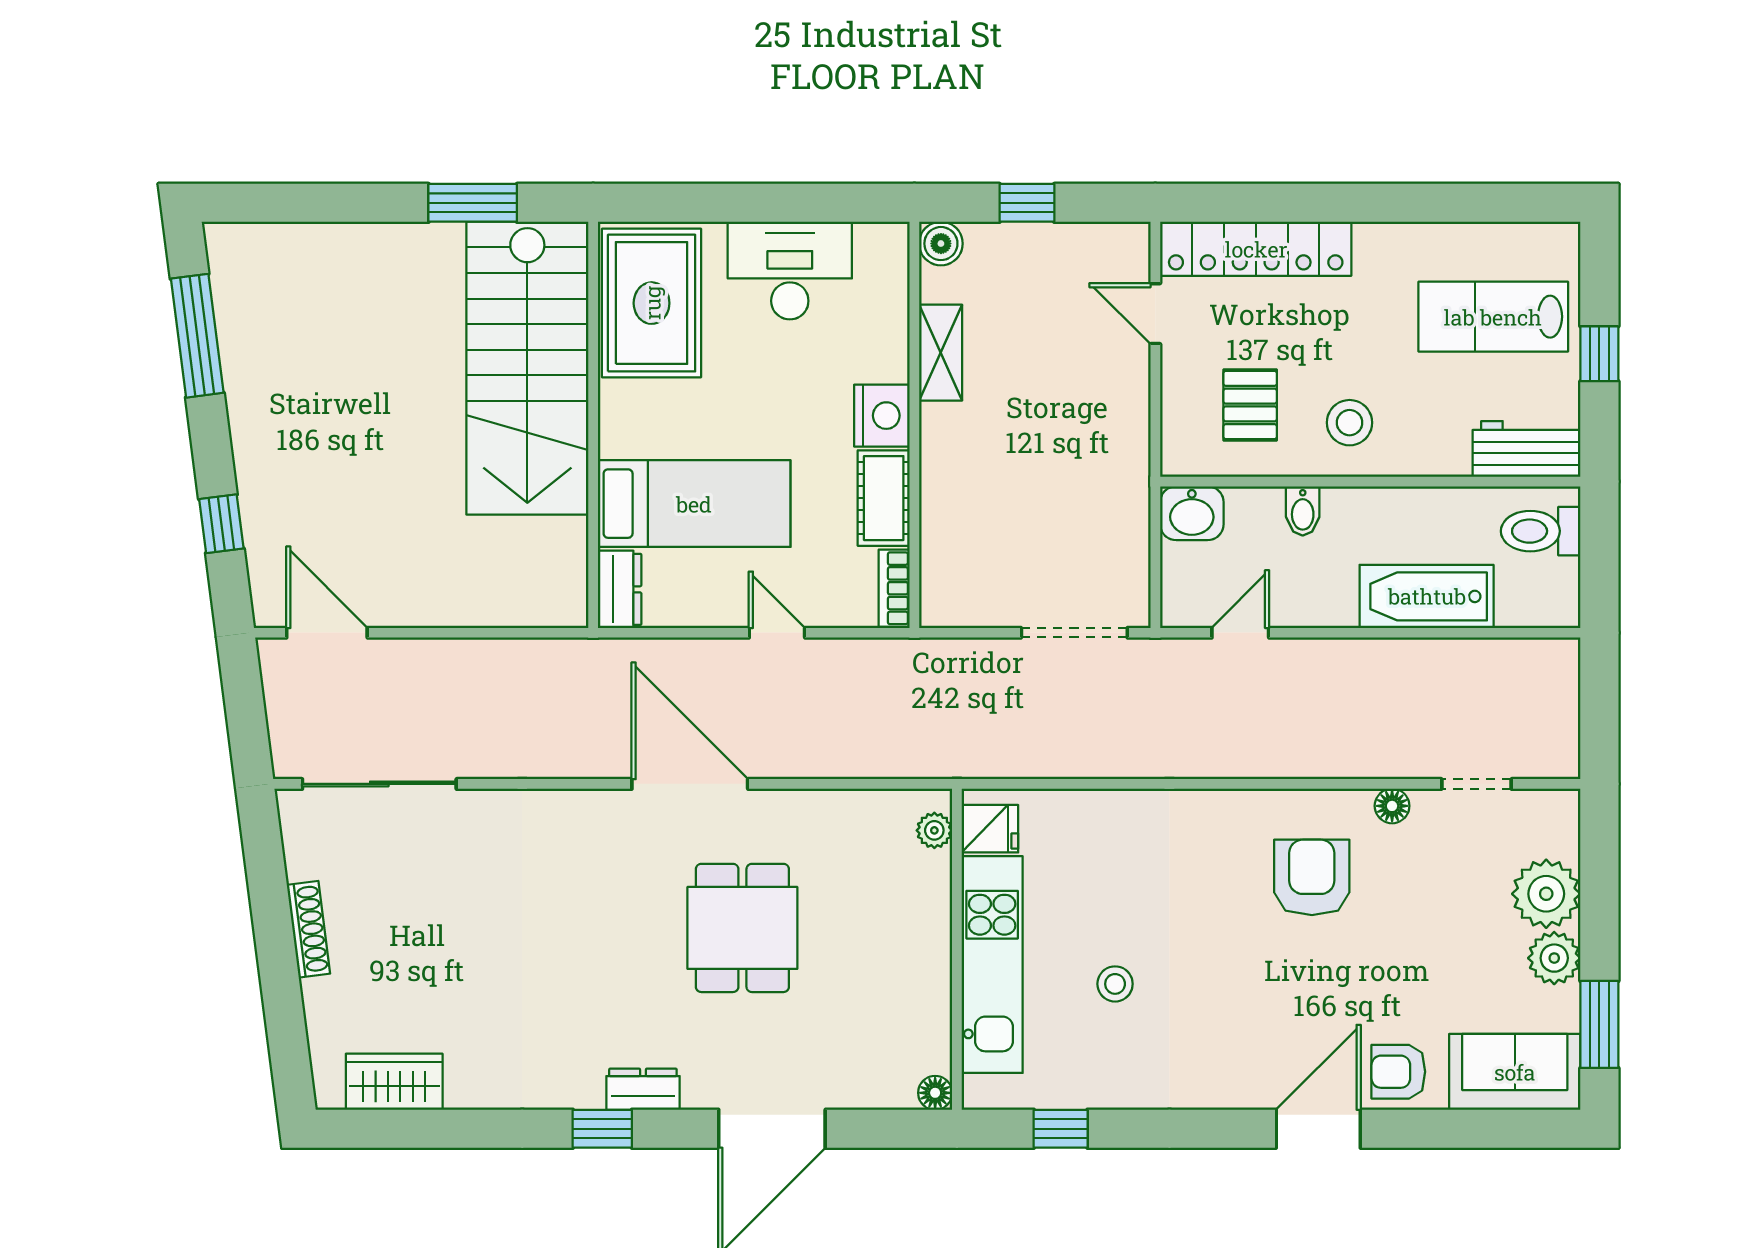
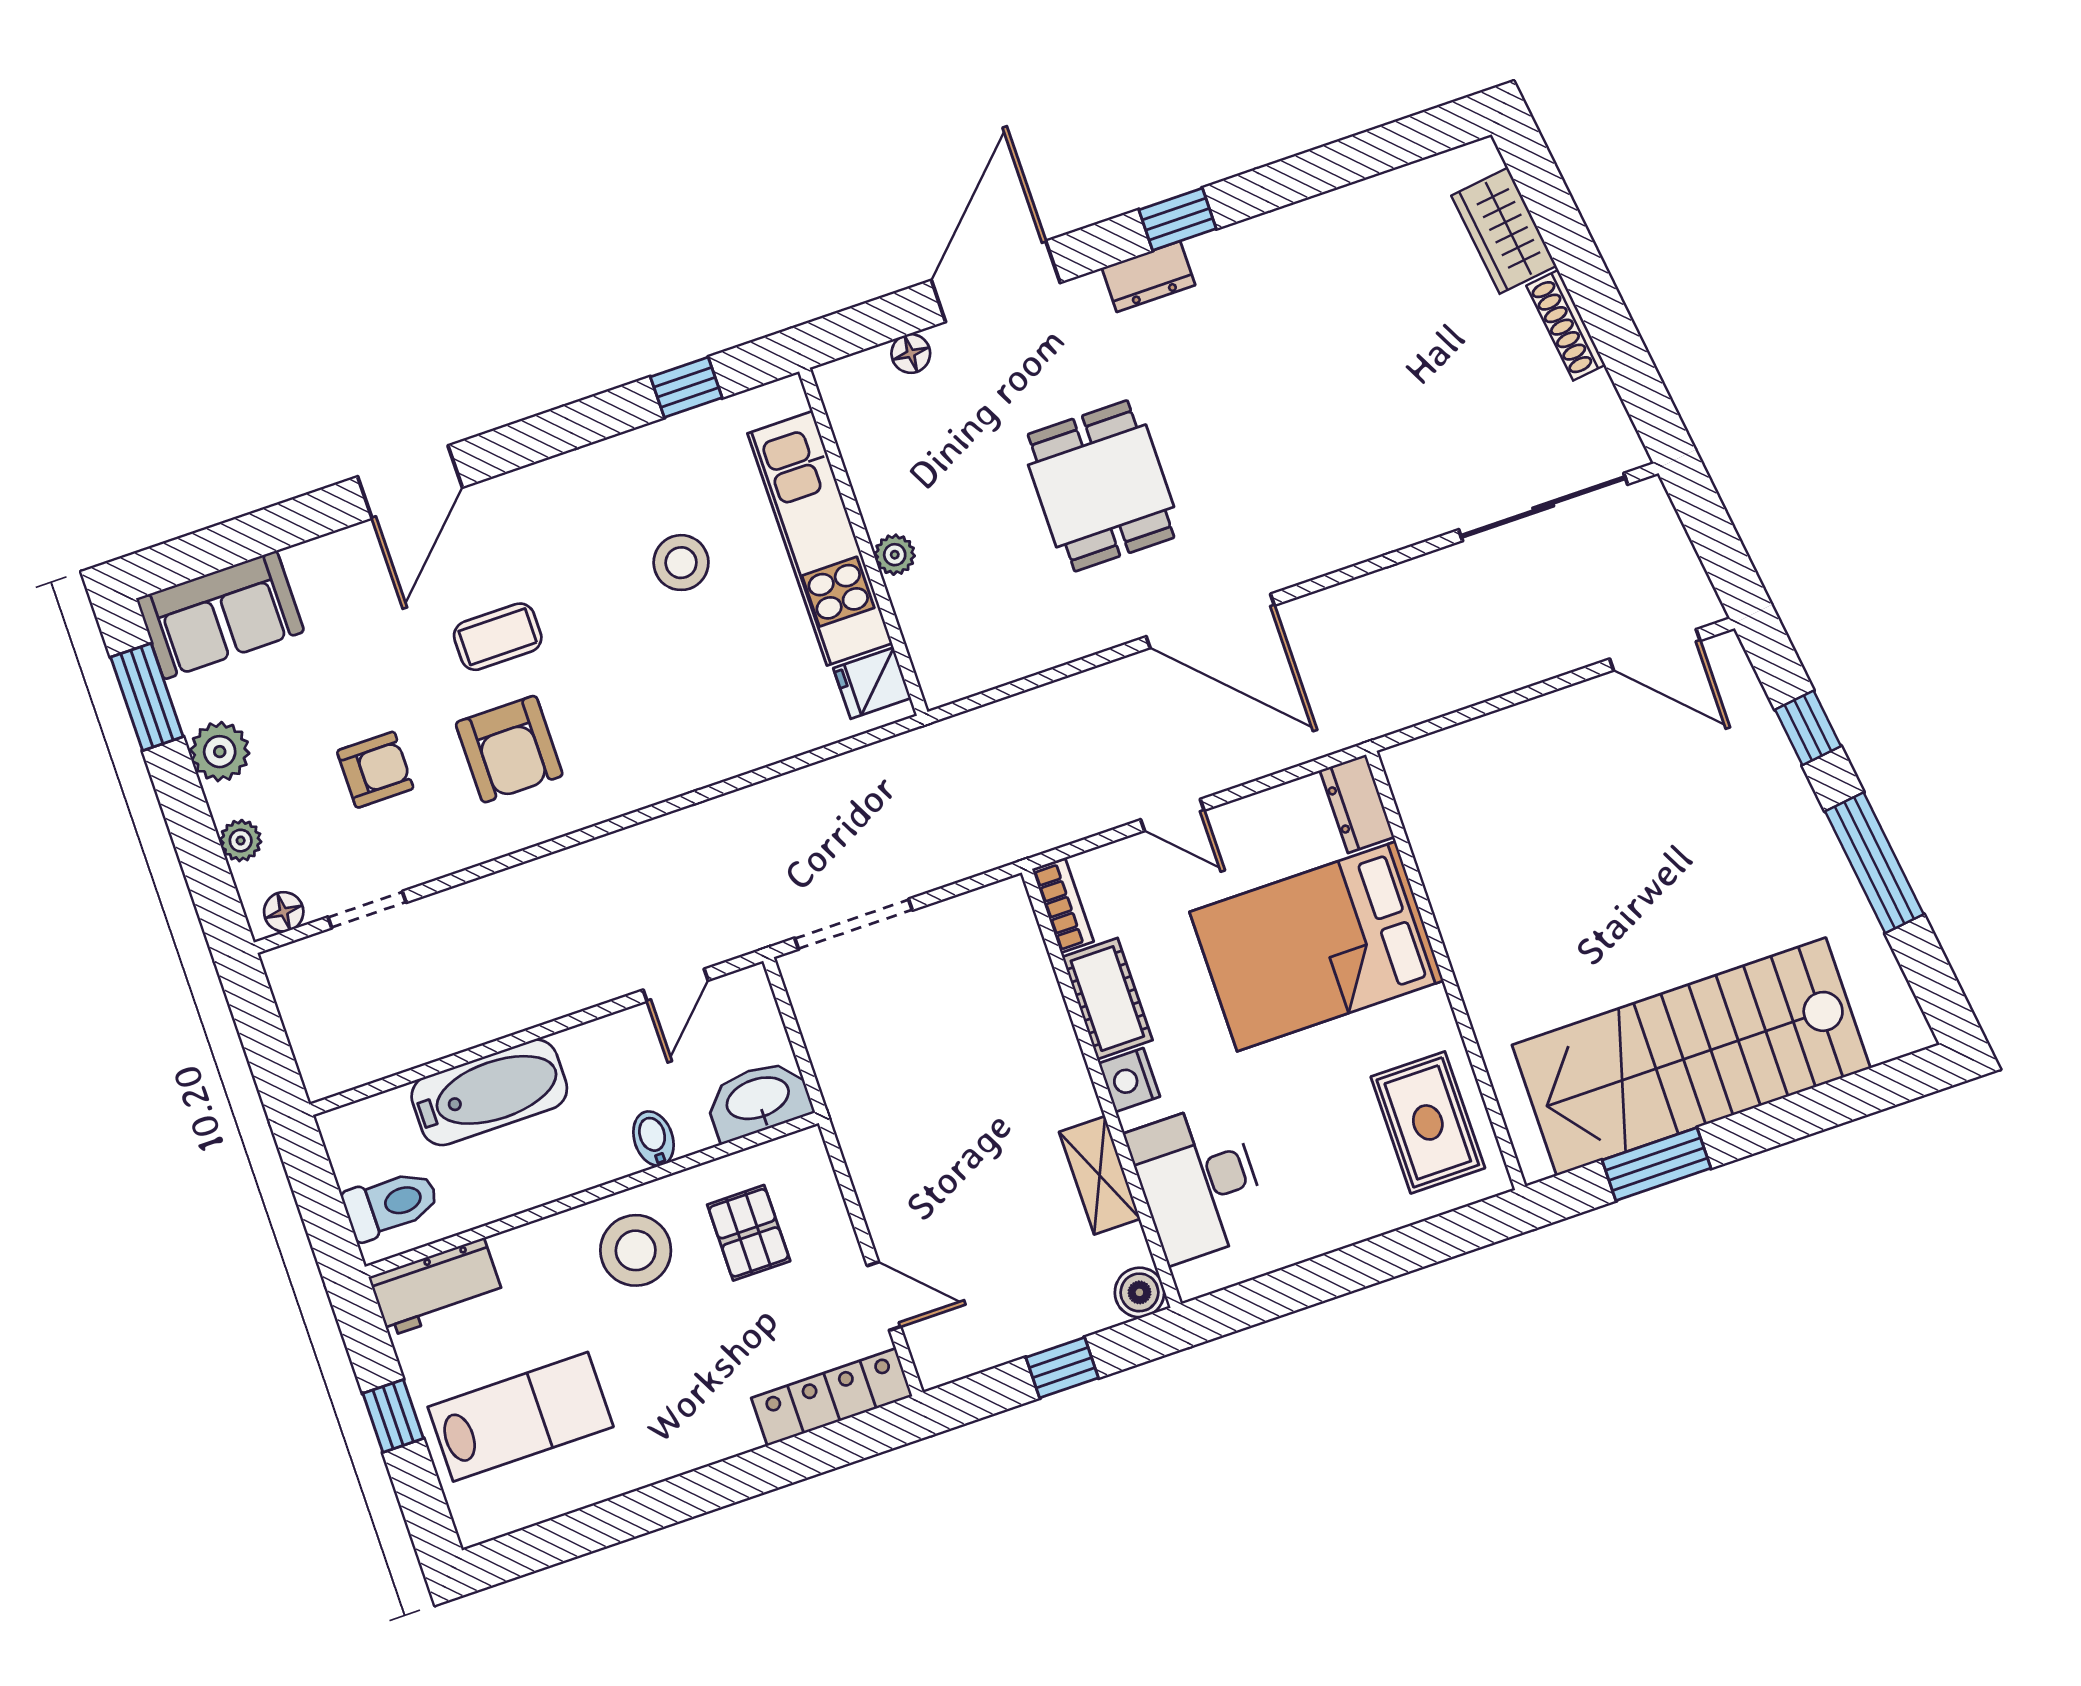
locker: (1256, 249) -> (832, 1397), width x0.71, depth x0.83
desk: (790, 271) -> (1198, 1182), moved, turned 90
rug: (652, 303) -> (1428, 1122), width x0.73, depth x0.70
window: (197, 336) -> (1874, 863), moved
stairs: (527, 368) -> (1691, 1057), moved, turned -90
nightstand: (882, 416) -> (1129, 1080), width x0.74, depth x0.75
stool: (1350, 423) -> (636, 1250), width x1.38, depth x1.38
bed: (694, 504) -> (1316, 946), width x1.50
washbasin: (1192, 513) -> (758, 1100), width x1.38
floor lamp: (1392, 806) -> (284, 912), moved
plant: (934, 830) -> (895, 555), moved
plant: (1546, 894) -> (241, 841), width x0.53, depth x0.53
coffee table: (1289, 975) -> (498, 637), added
stool: (1115, 984) -> (681, 563), width x1.37, depth x1.37
armchair: (1398, 1072) -> (375, 770), moved
wardrobe: (394, 1082) -> (1504, 231), moved, turned 83
floor lamp: (935, 1093) -> (911, 354), moved

